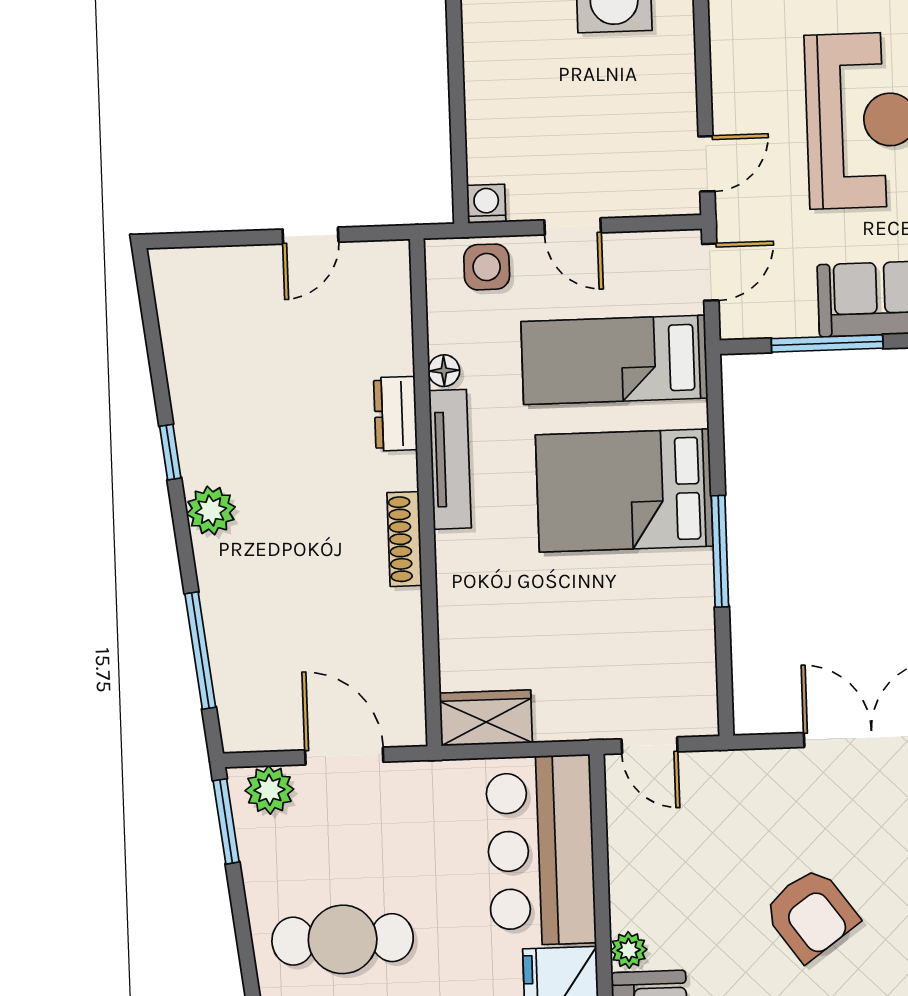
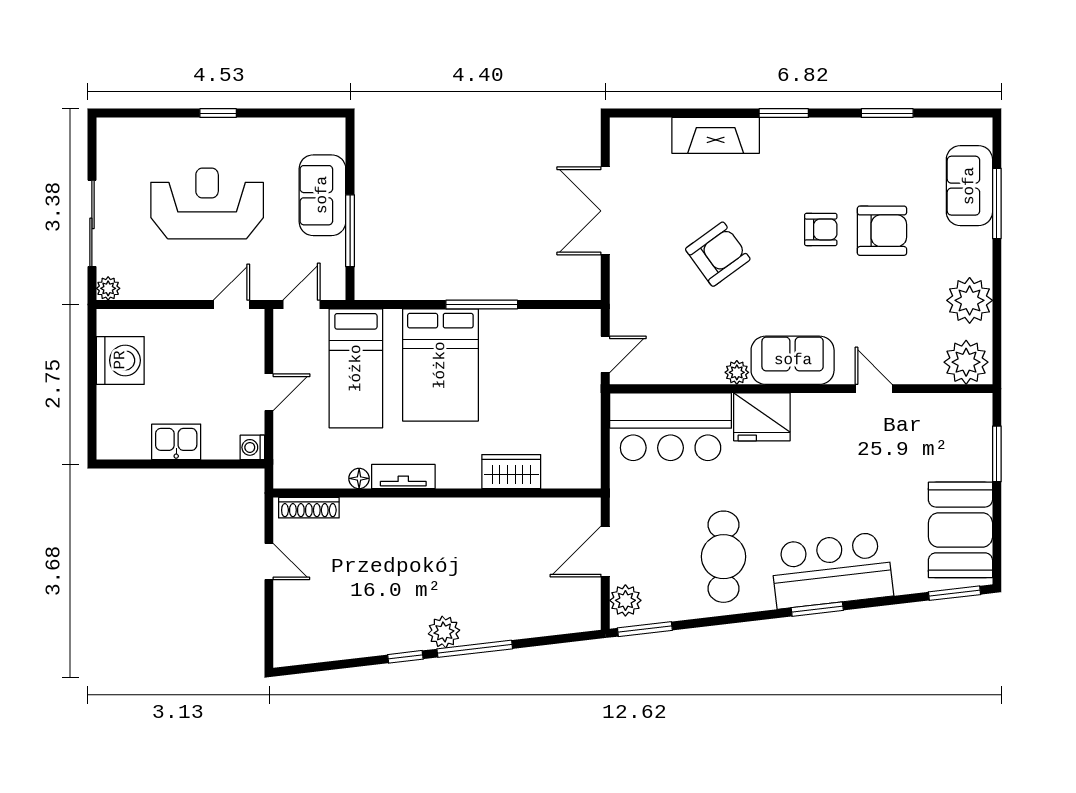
kitchen sink: (491, 86) -> (176, 442), added
door: (706, 164) -> (232, 305), hinge flipped
side table: (487, 267) -> (293, 449), removed
door: (710, 272) -> (301, 305), hinge flipped
dresser: (395, 414) -> (386, 511), removed
tv unit: (450, 459) -> (403, 477), width x0.71
shoe rack: (405, 539) -> (309, 508), moved
window: (200, 651) -> (475, 649), moved
wardrobe: (486, 718) -> (511, 472), moved, turned 90

